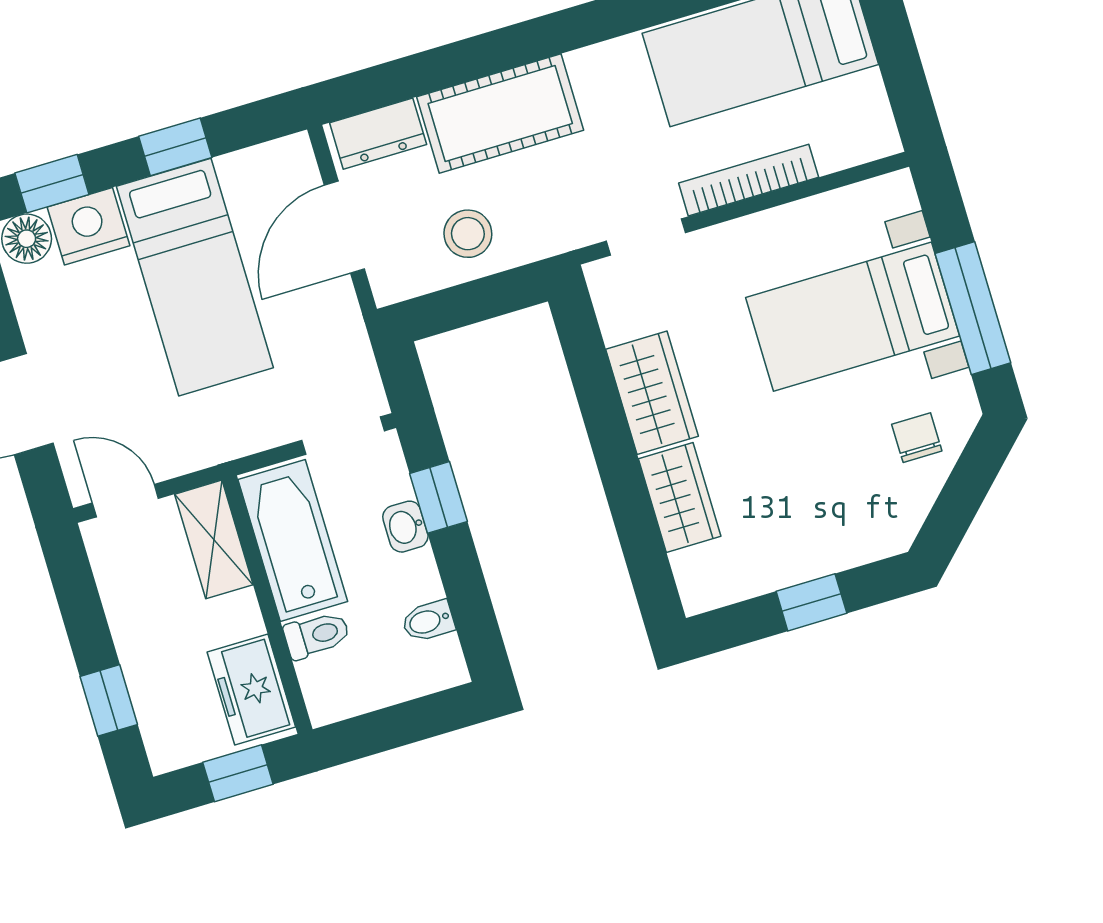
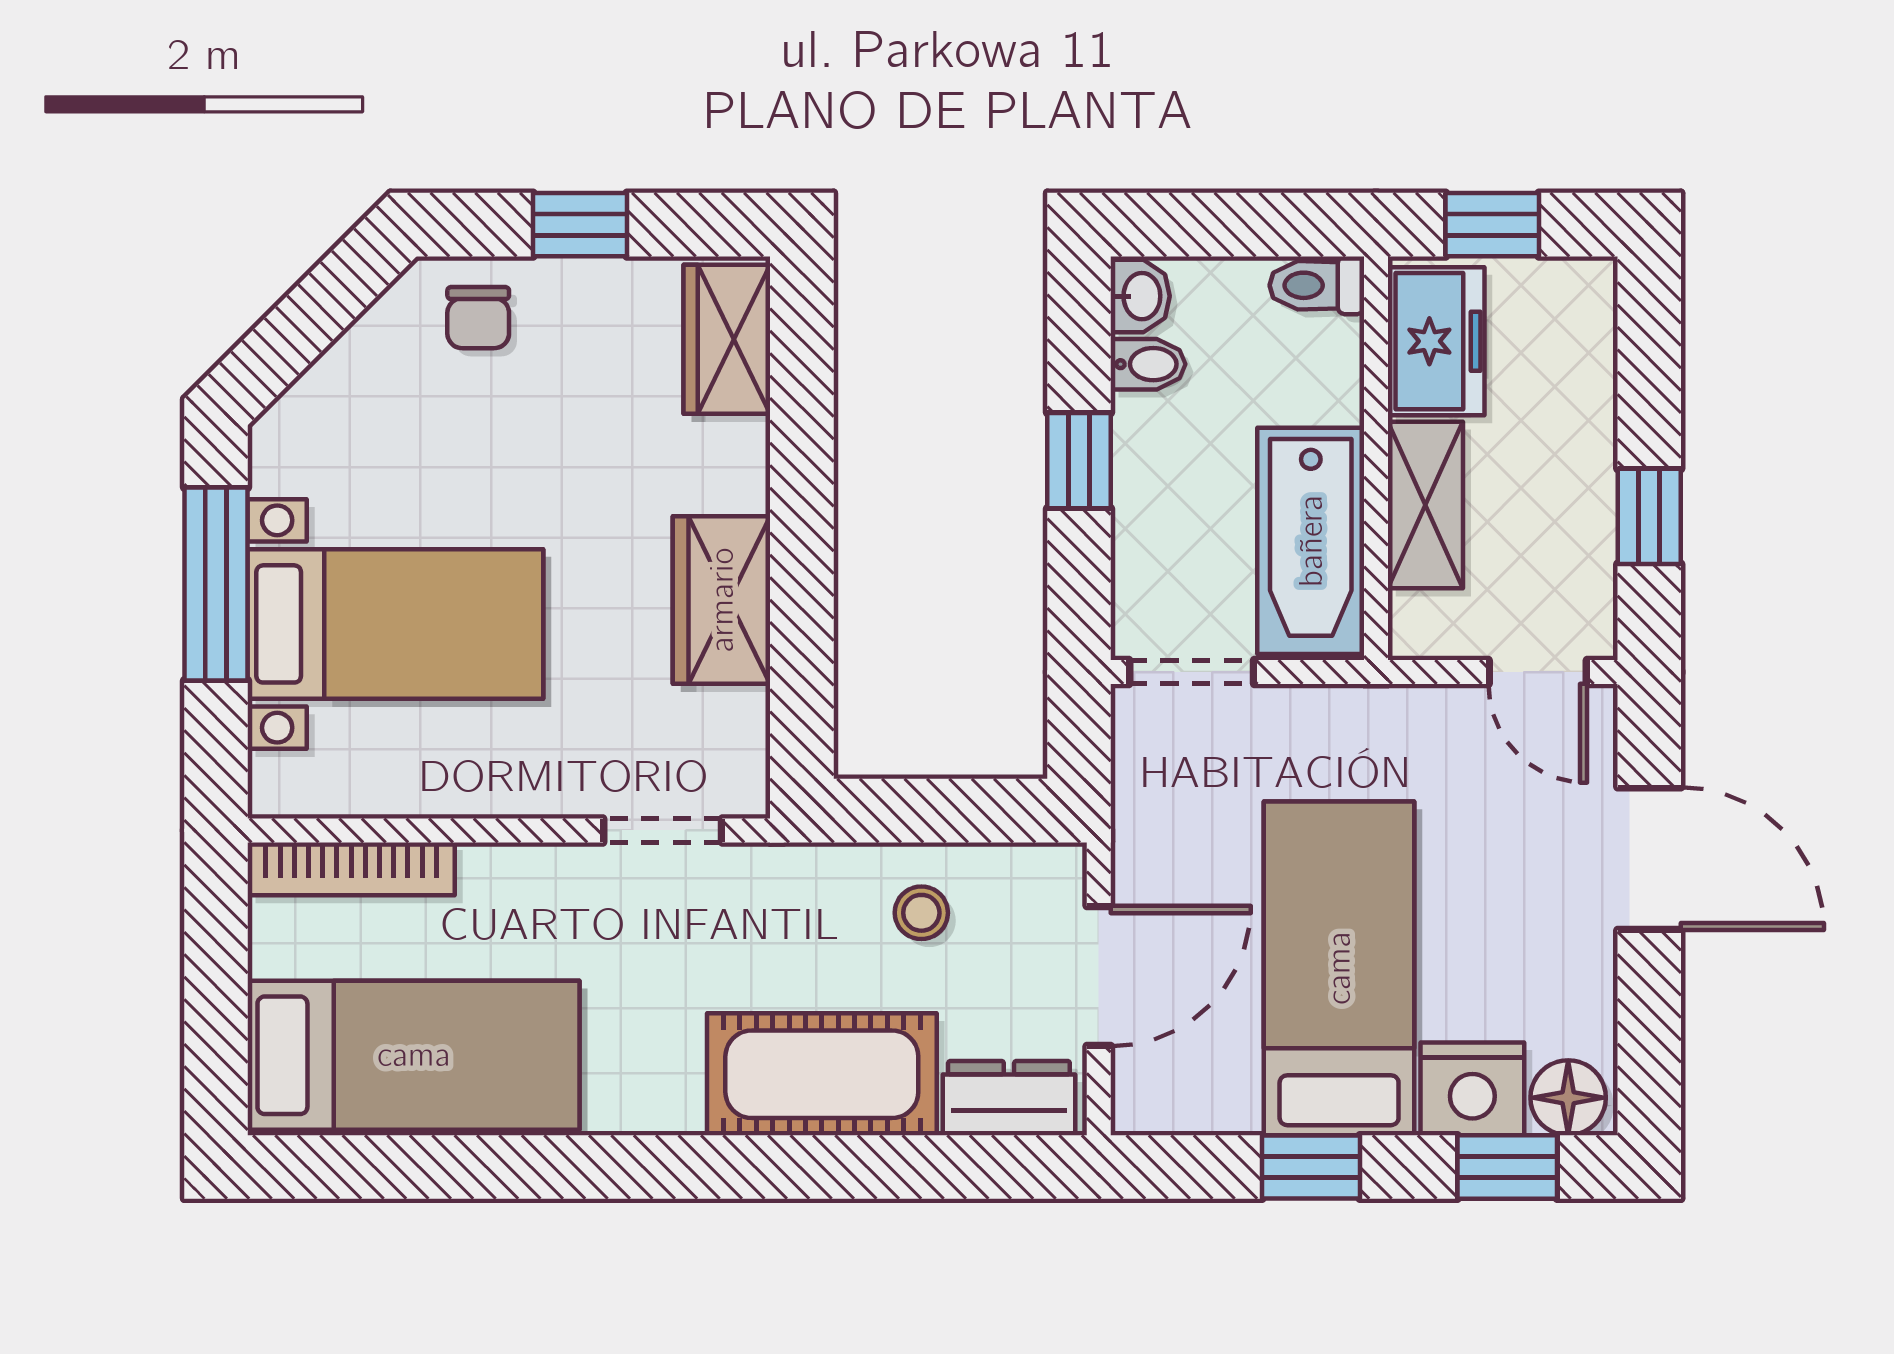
bookcase: (749, 180) -> (351, 869), moved
stool: (468, 234) -> (921, 913), width x0.73, depth x0.73
chair: (917, 438) -> (478, 318), moved
window: (439, 497) -> (1079, 461), moved
wardrobe: (680, 498) -> (727, 339), moved
washbasin: (405, 527) -> (1140, 296), moved
shelving: (214, 539) -> (1425, 505), moved
toilet: (317, 635) -> (1317, 285), moved
window: (109, 700) -> (1649, 516), moved

